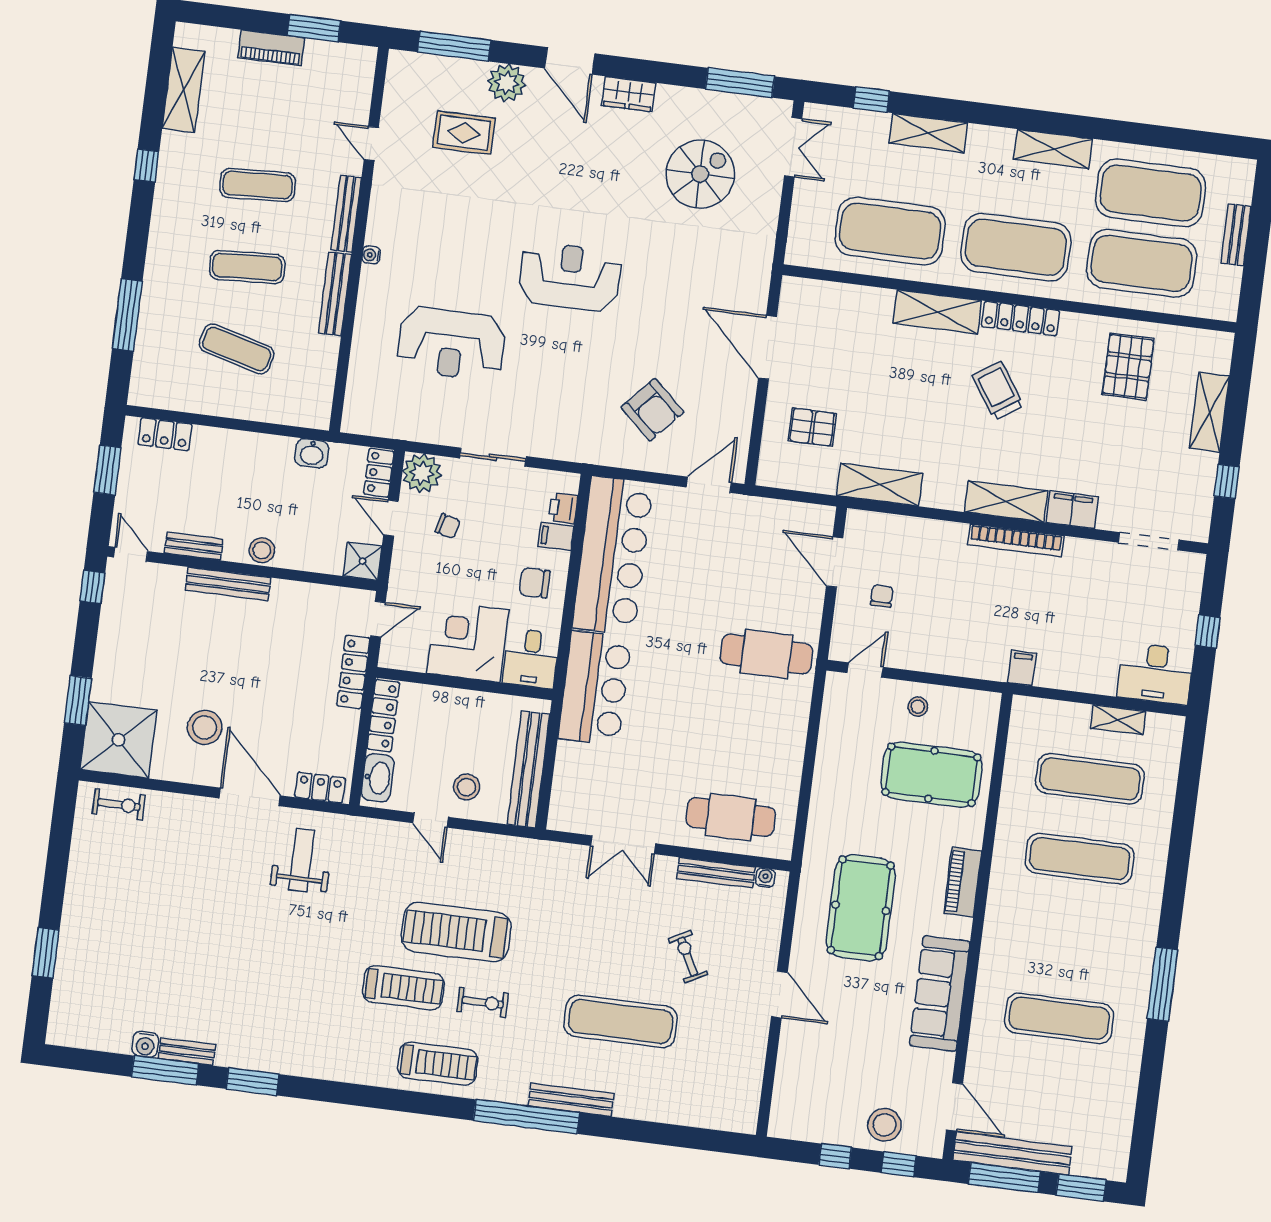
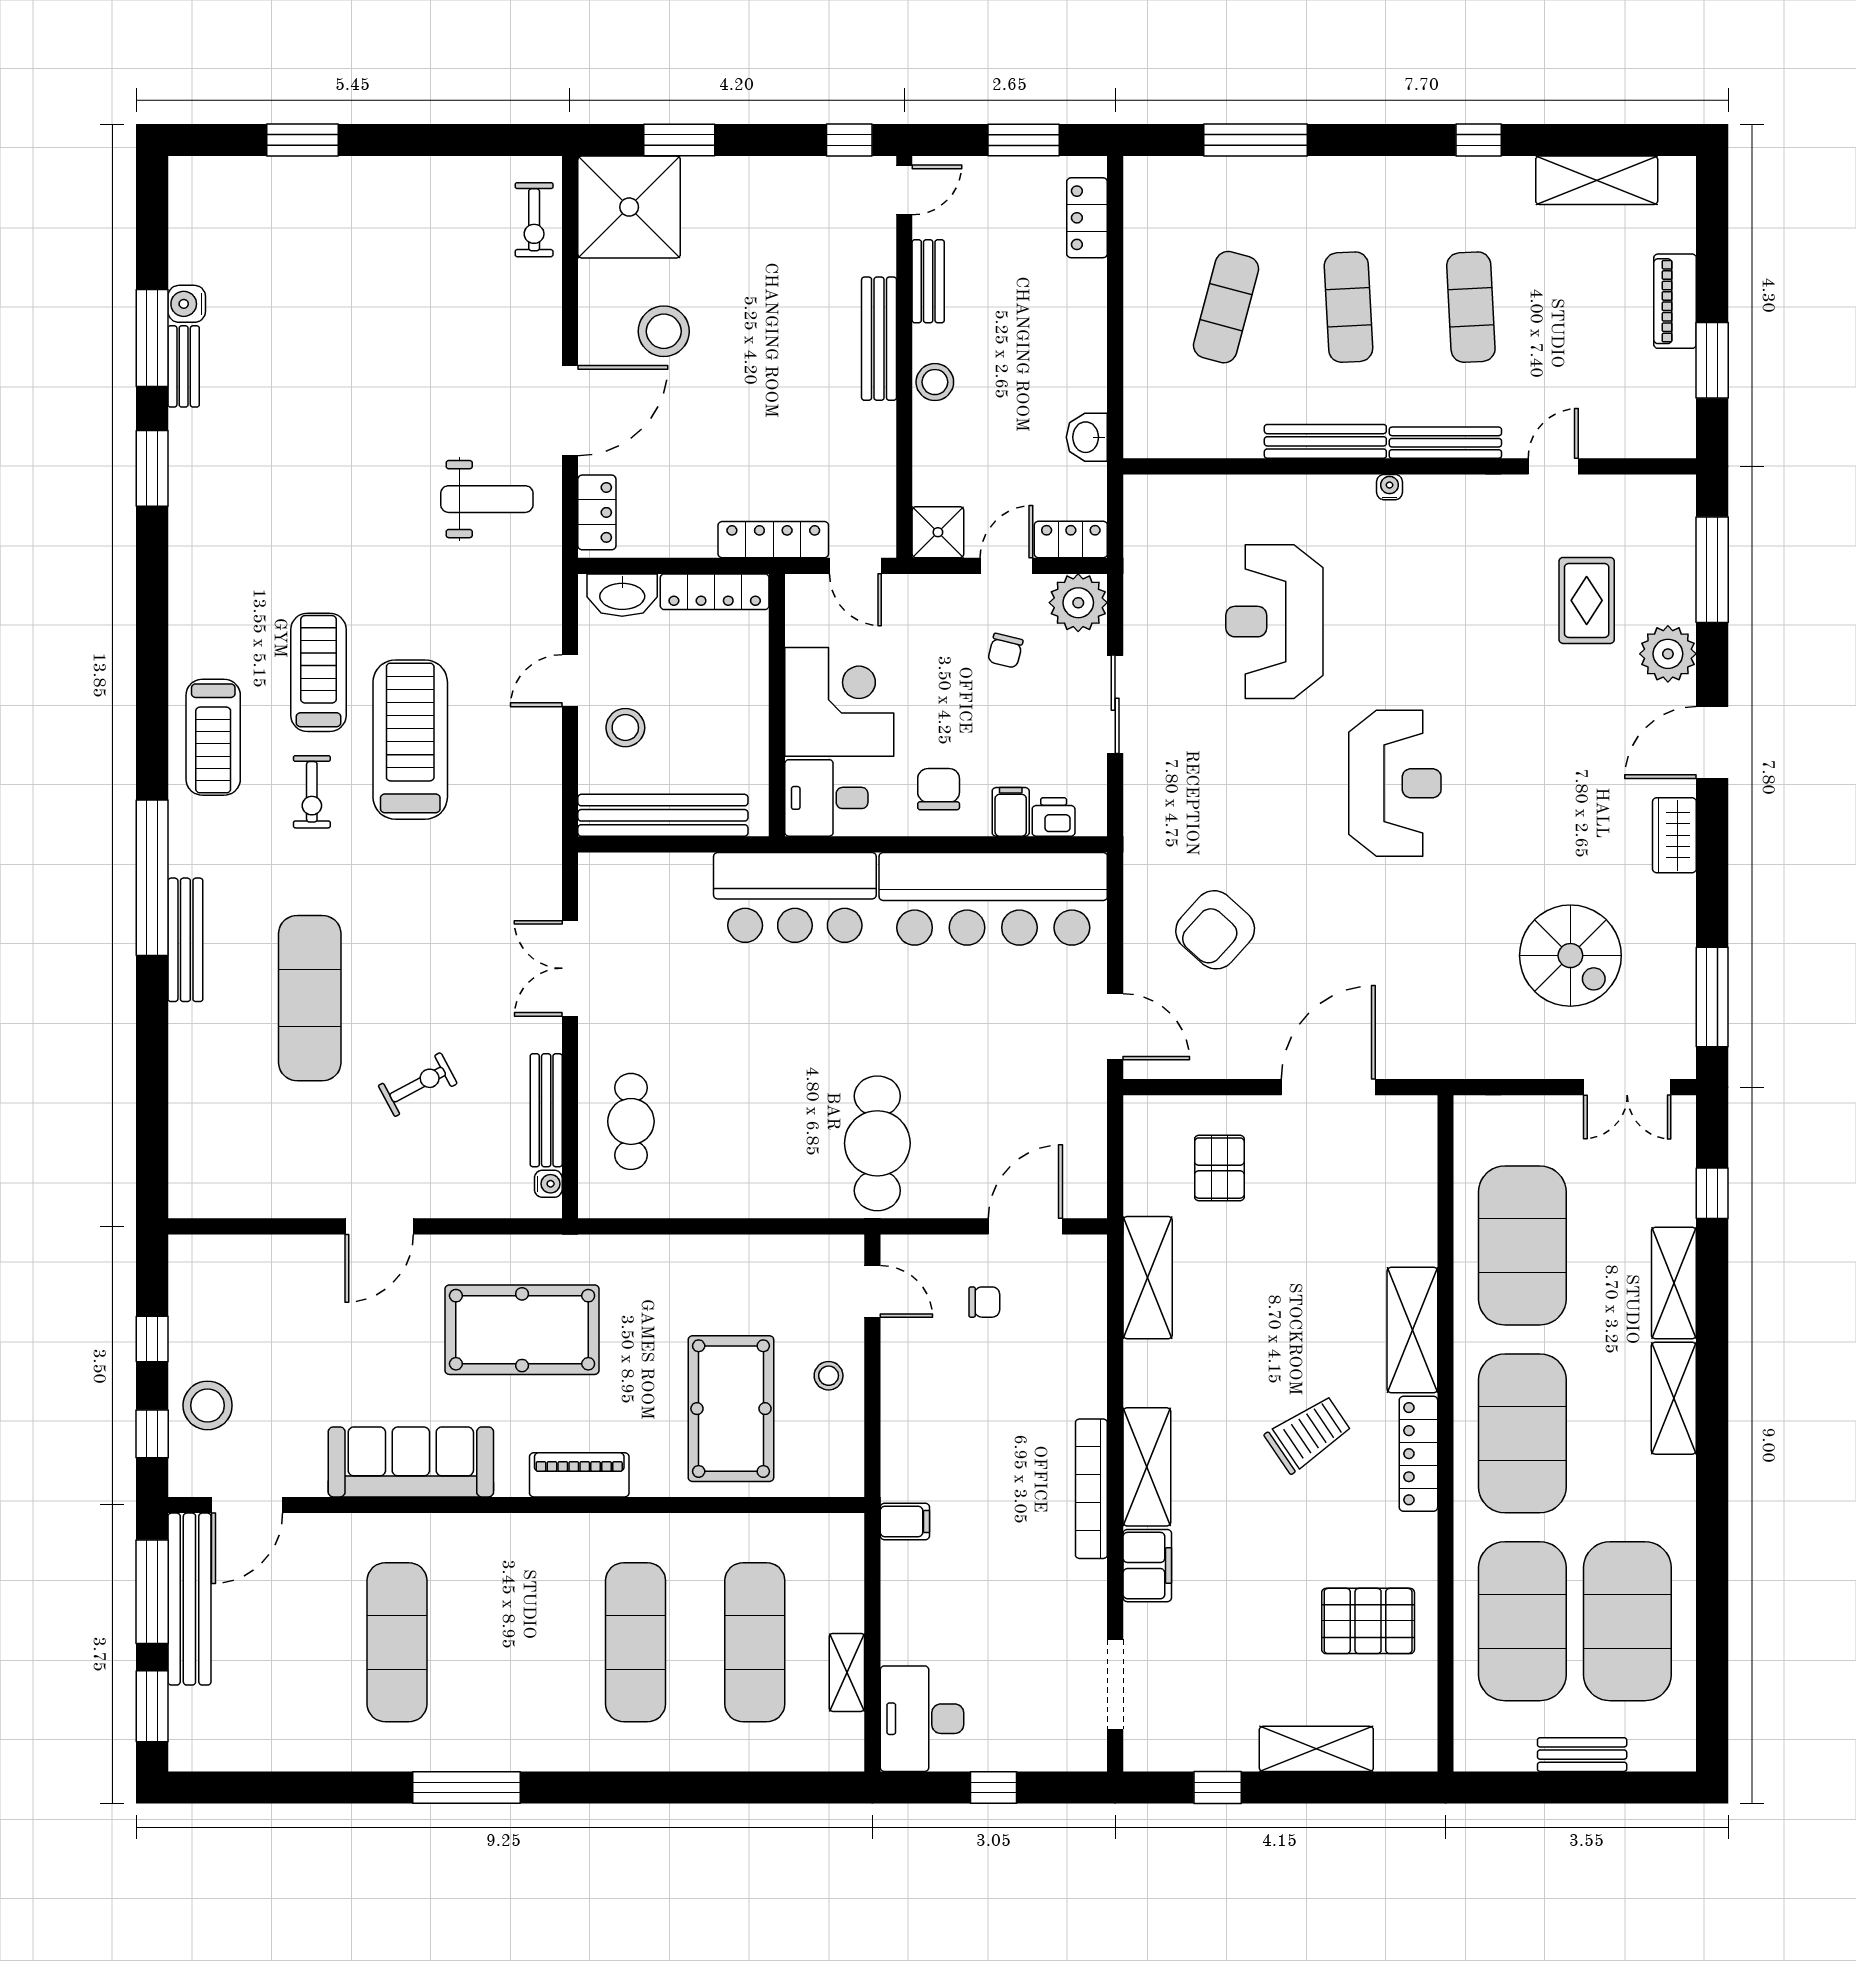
shelving: (1053, 149) -> (1674, 1398), moved
cafe table: (731, 817) -> (631, 1121), width x0.73, depth x0.74
treadmill: (403, 988) -> (318, 672), turned 180

